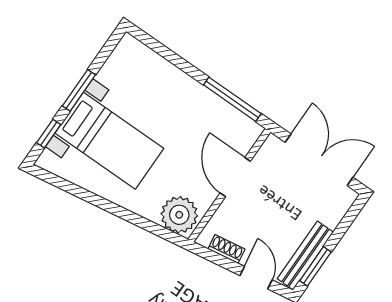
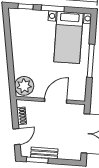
window: (232, 99) -> (91, 61), moved
bed with nightstands: (109, 141) -> (68, 37), moved
bench: (305, 255) -> (44, 153), width x0.73

